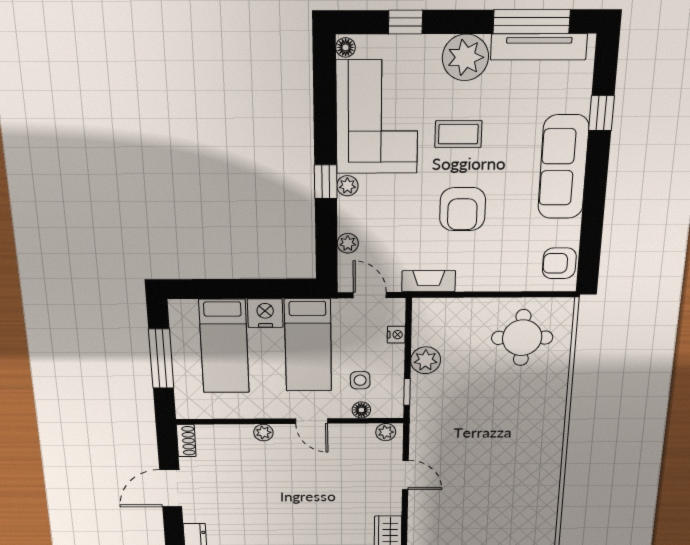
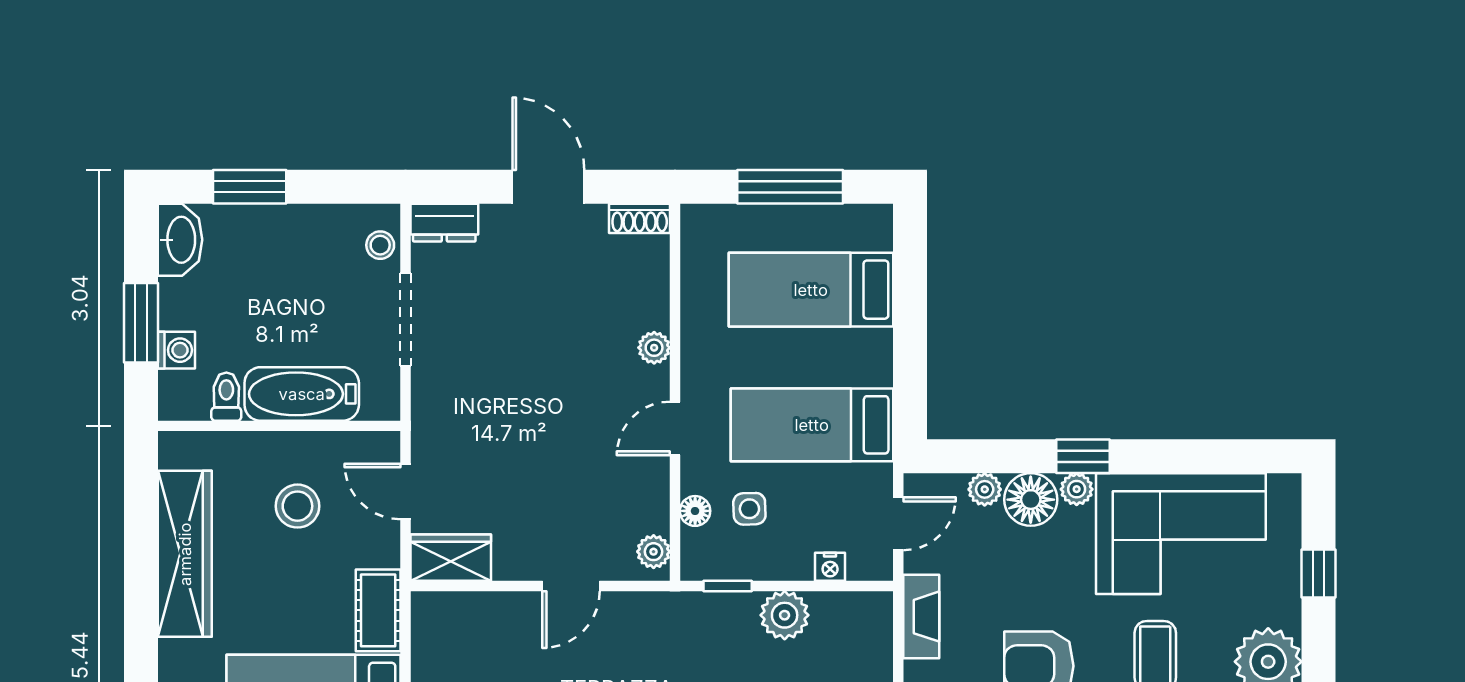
floor lamp: (346, 47) -> (1031, 500), moved, width x1.89, depth x1.89
nightstand: (265, 313) -> (868, 357), removed

